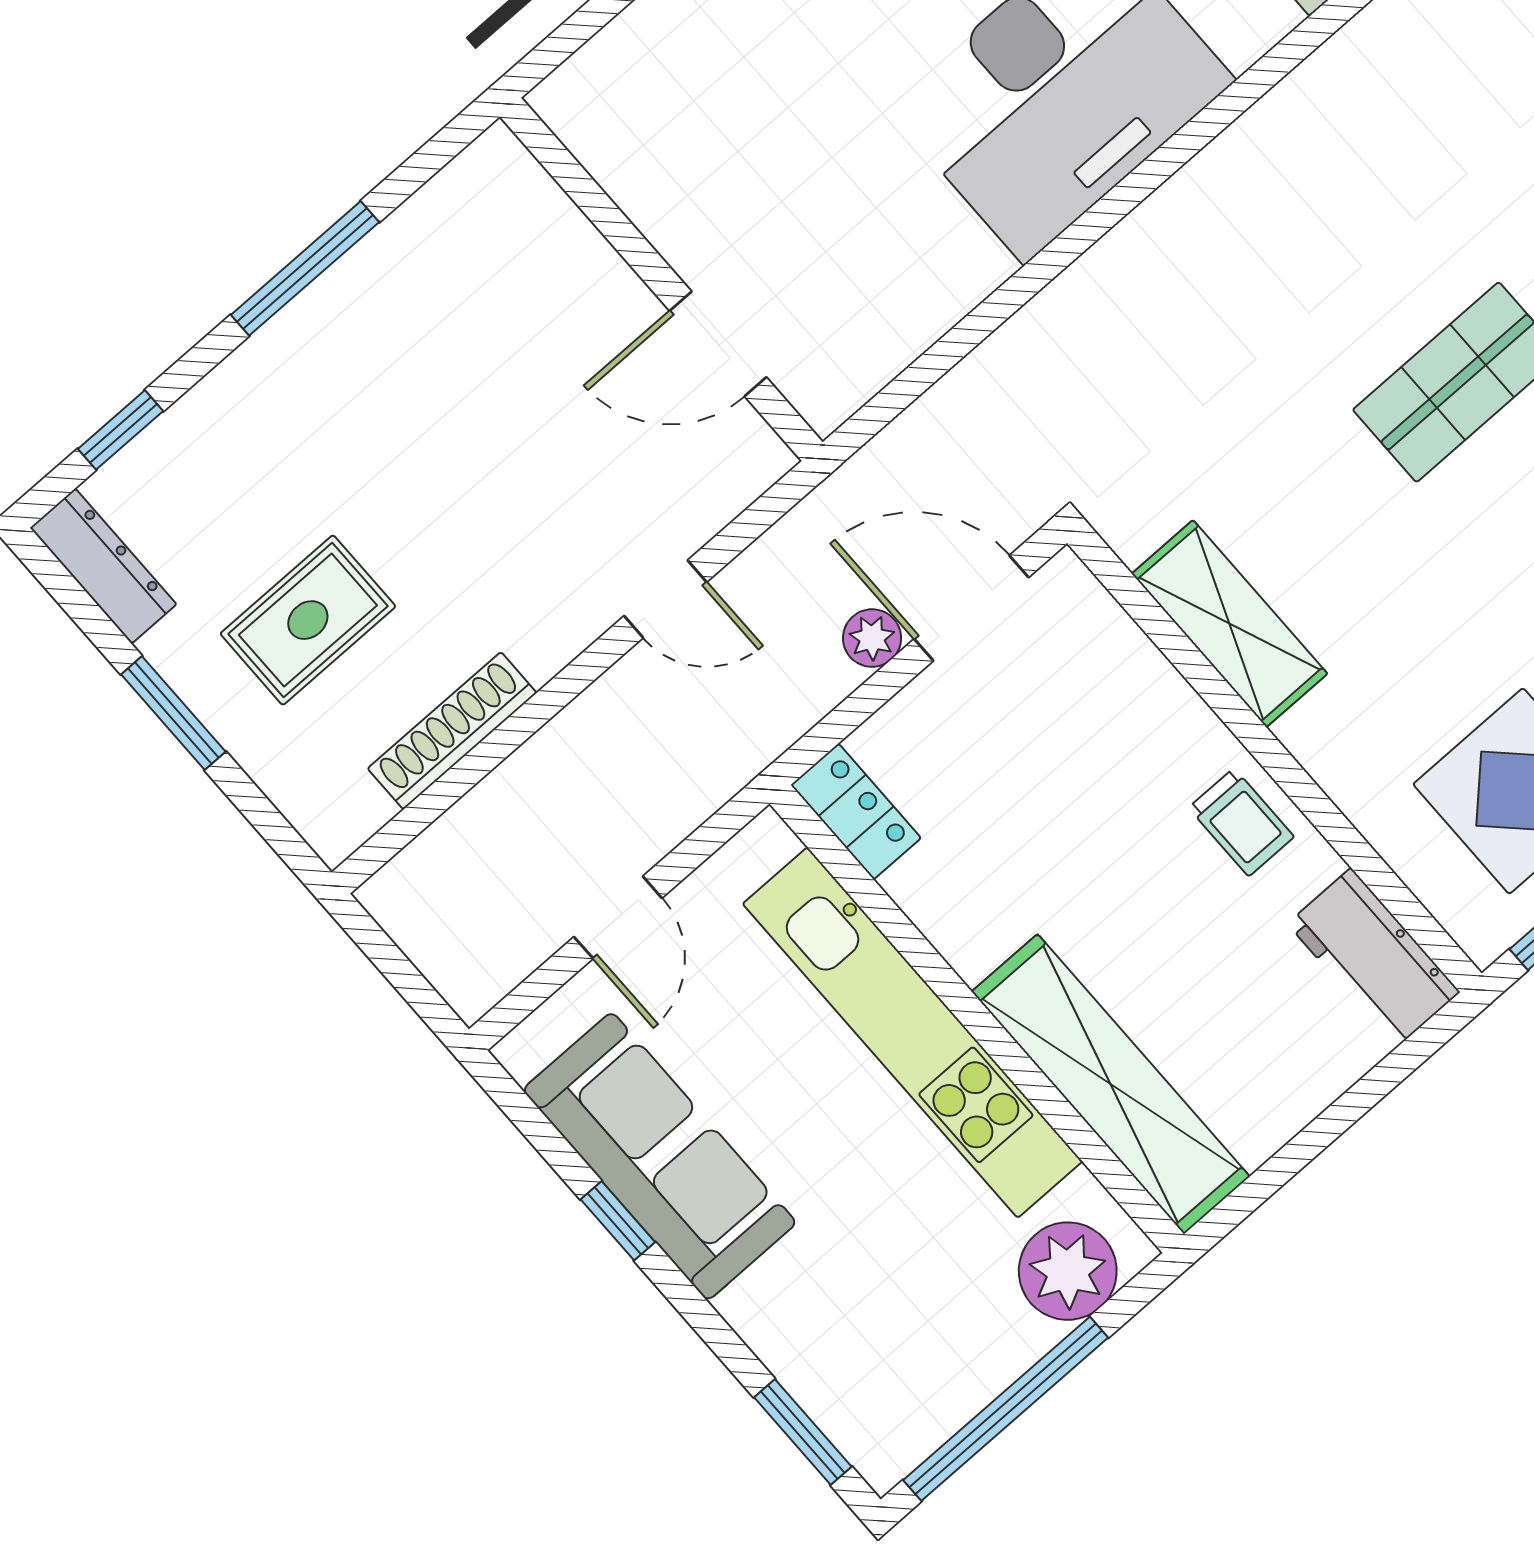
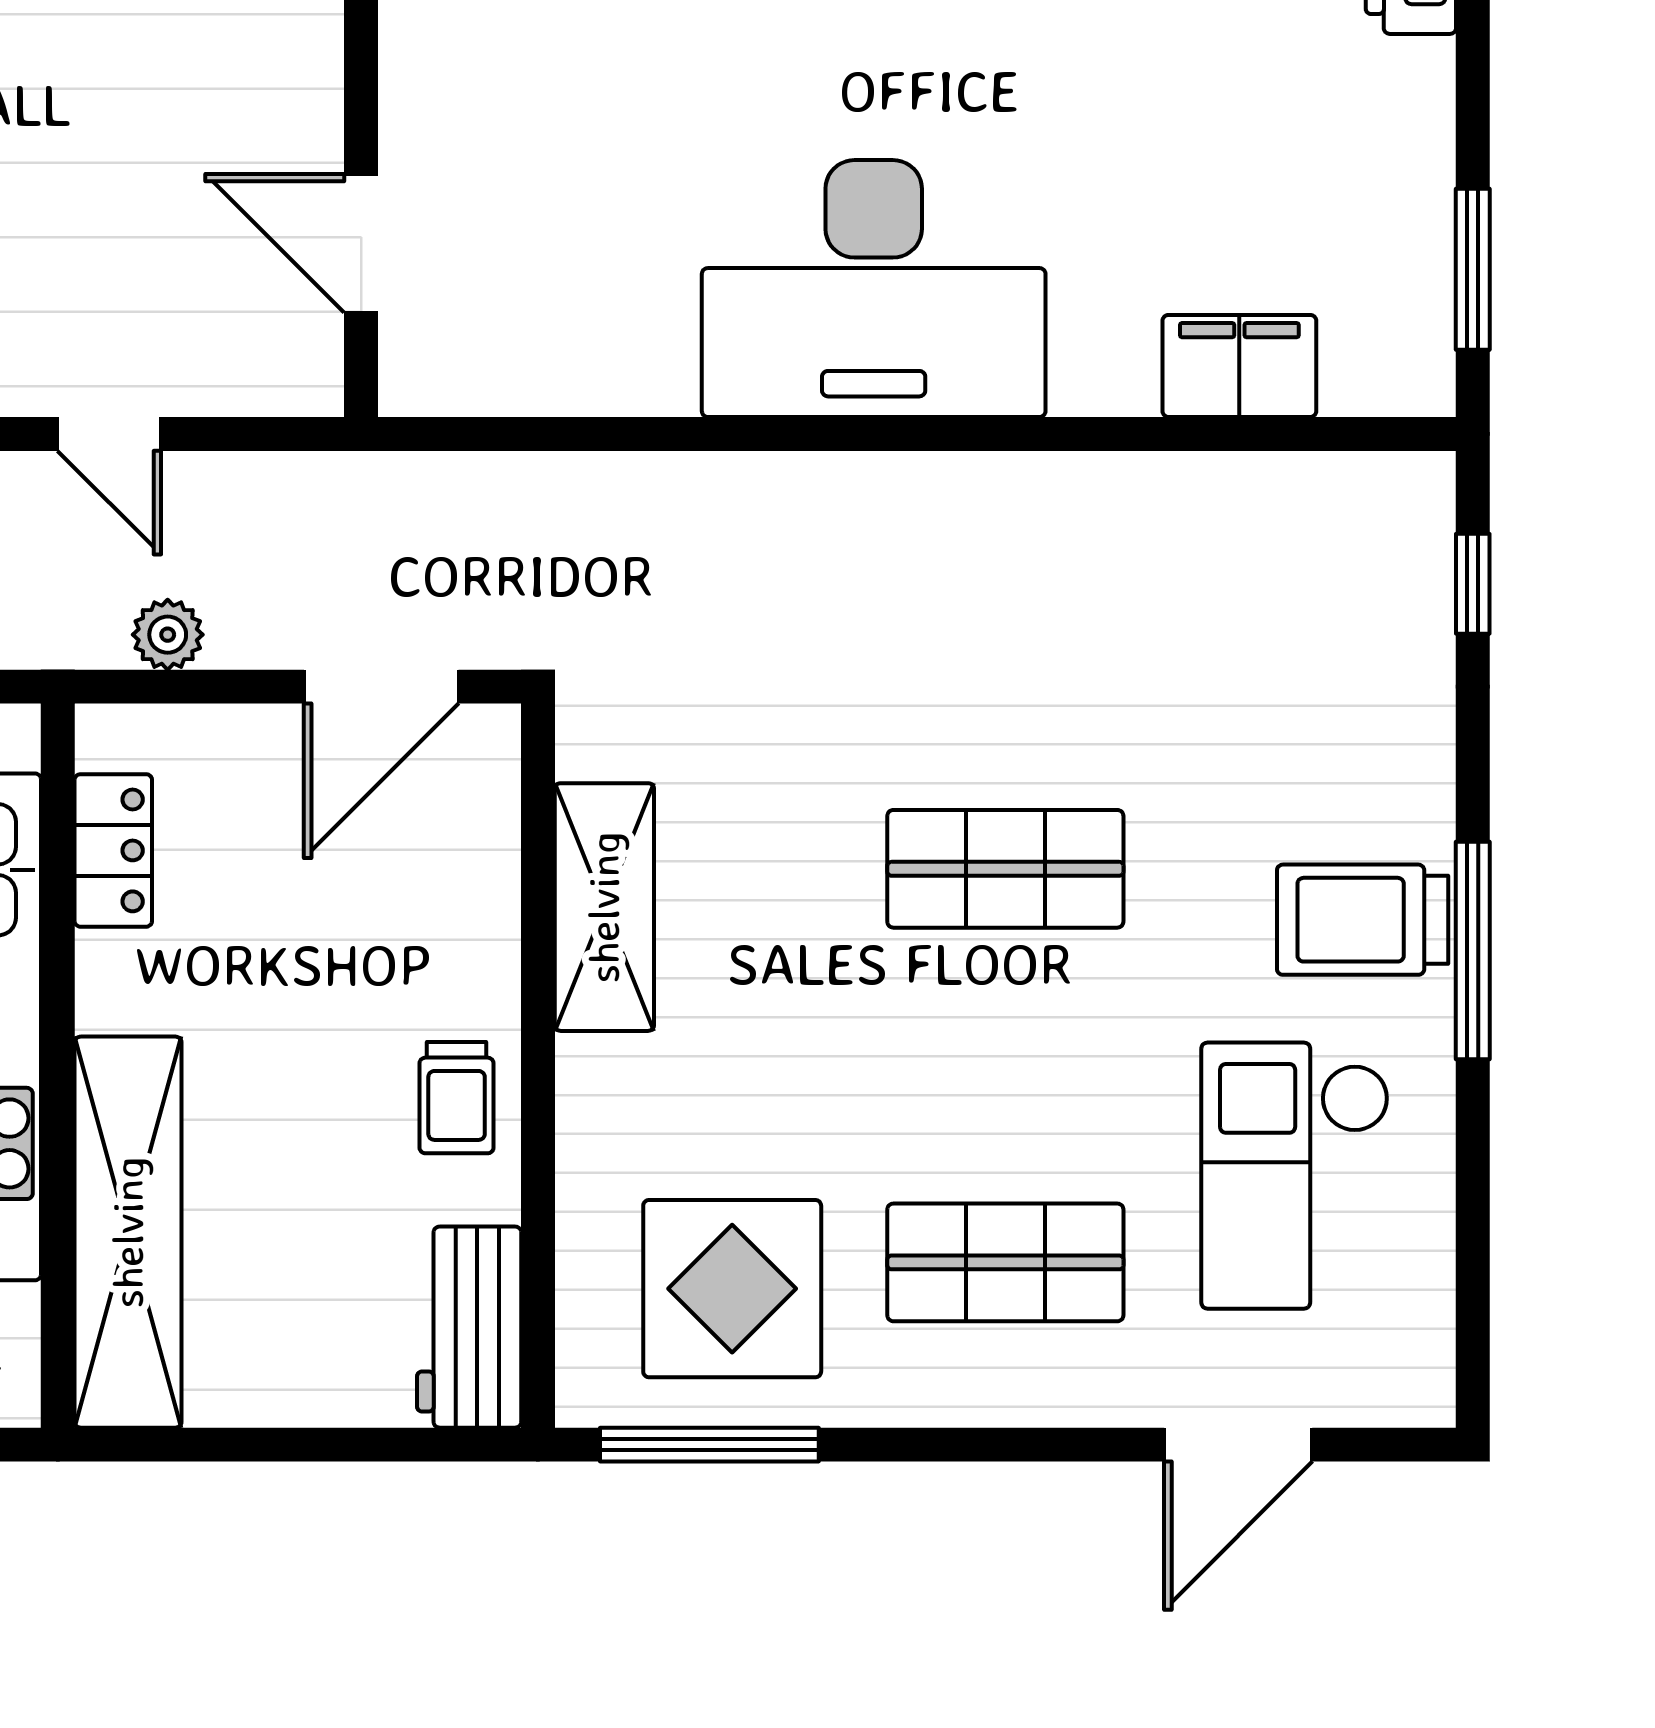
door: (971, 608) -> (381, 687), swing flipped
plant: (872, 638) -> (168, 635), moved
locker: (856, 811) -> (113, 850), moved

